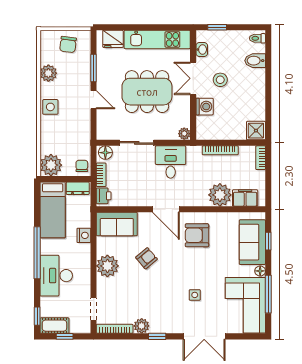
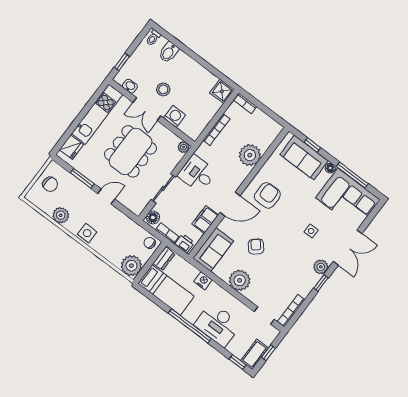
filing cabinet: (245, 198) -> (205, 219), moved
armchair: (197, 235) -> (267, 195), turned 180
plant: (142, 326) -> (321, 267), moved

